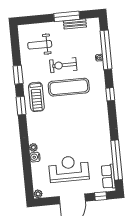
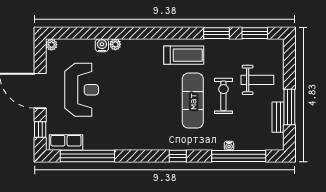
weight bench: (40, 45) -> (257, 80), moved, turned 90
treadmill: (36, 97) -> (184, 55), turned 180
window: (21, 106) -> (255, 33), moved

